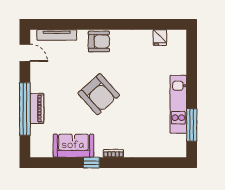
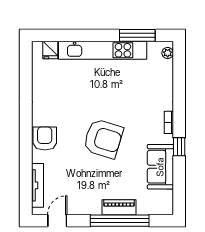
fridge: (160, 38) -> (50, 50), moved, turned 90
armchair: (99, 94) -> (103, 139), turned 59
kitchen unit: (178, 104) -> (103, 50), width x1.36
plant: (176, 152) -> (168, 53), added

